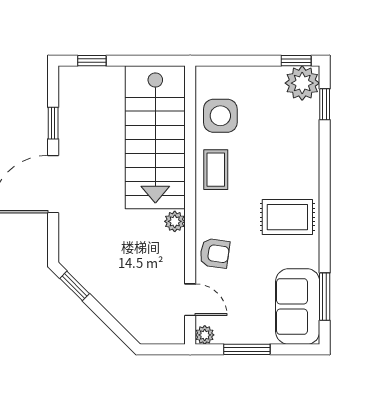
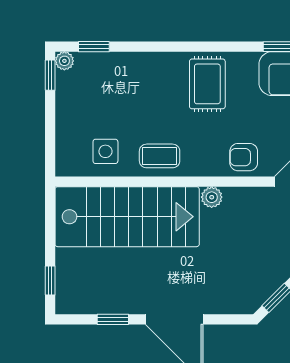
plant: (302, 83) -> (64, 61), width x0.53, depth x0.53
side table: (220, 116) -> (105, 151), width x0.73, depth x0.73
armchair: (215, 253) -> (244, 157), turned -98

